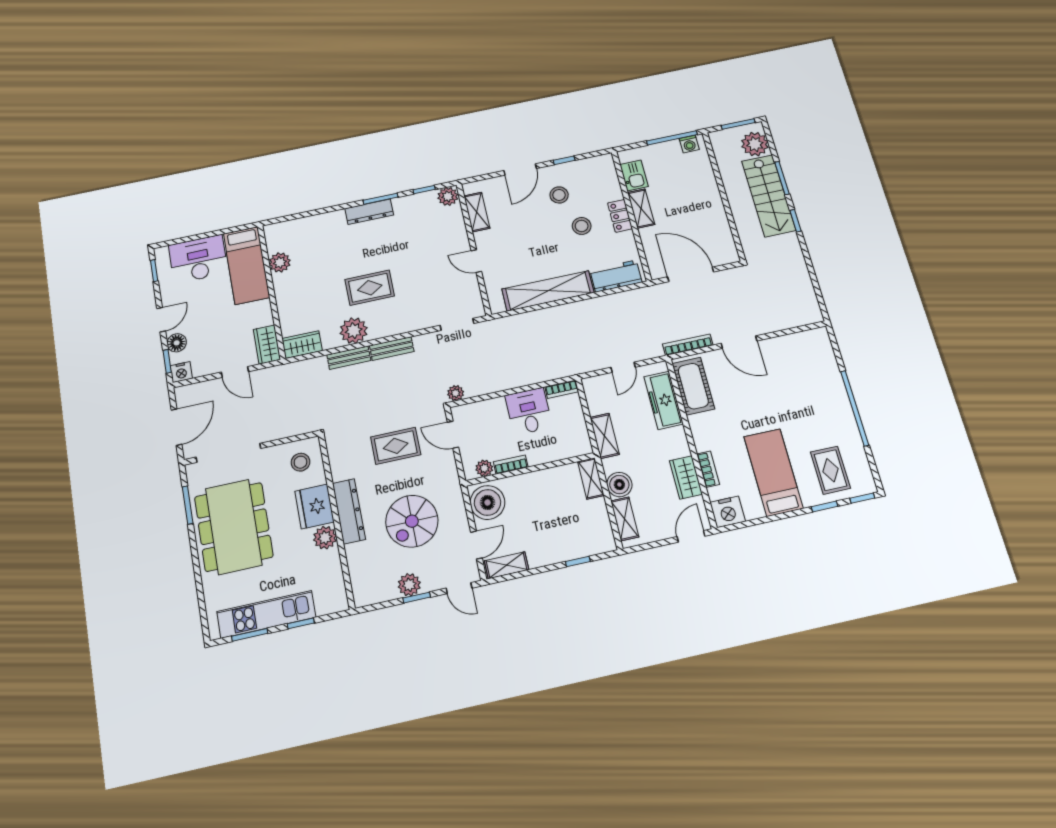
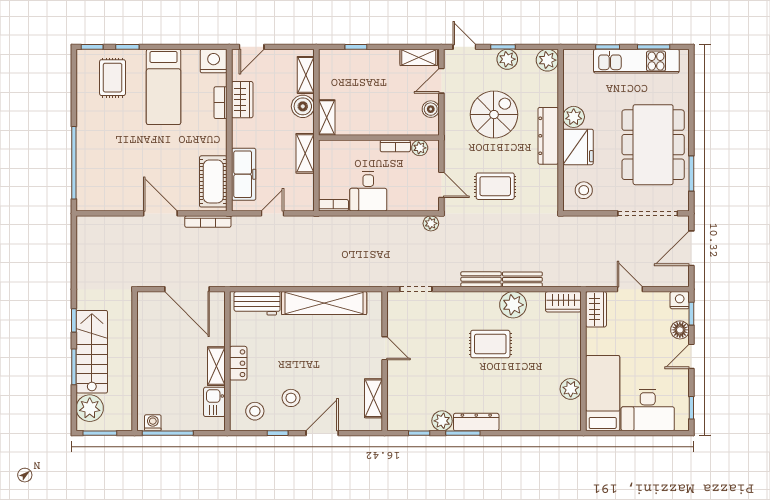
plant: (448, 196) -> (442, 421), moved
stool: (582, 226) -> (255, 411), moved
window: (855, 408) -> (74, 163), moved
boiler: (487, 502) -> (431, 109), width x0.54, depth x0.54
plant: (365, 594) -> (547, 60), added

